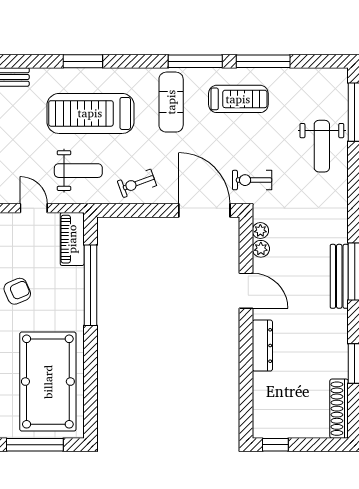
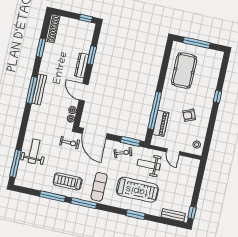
window: (127, 210) -> (130, 141), added
piano: (72, 239) -> (161, 123), moved
window: (246, 371) -> (92, 55), added
pool table: (48, 382) -> (184, 70), width x0.73, depth x0.76

